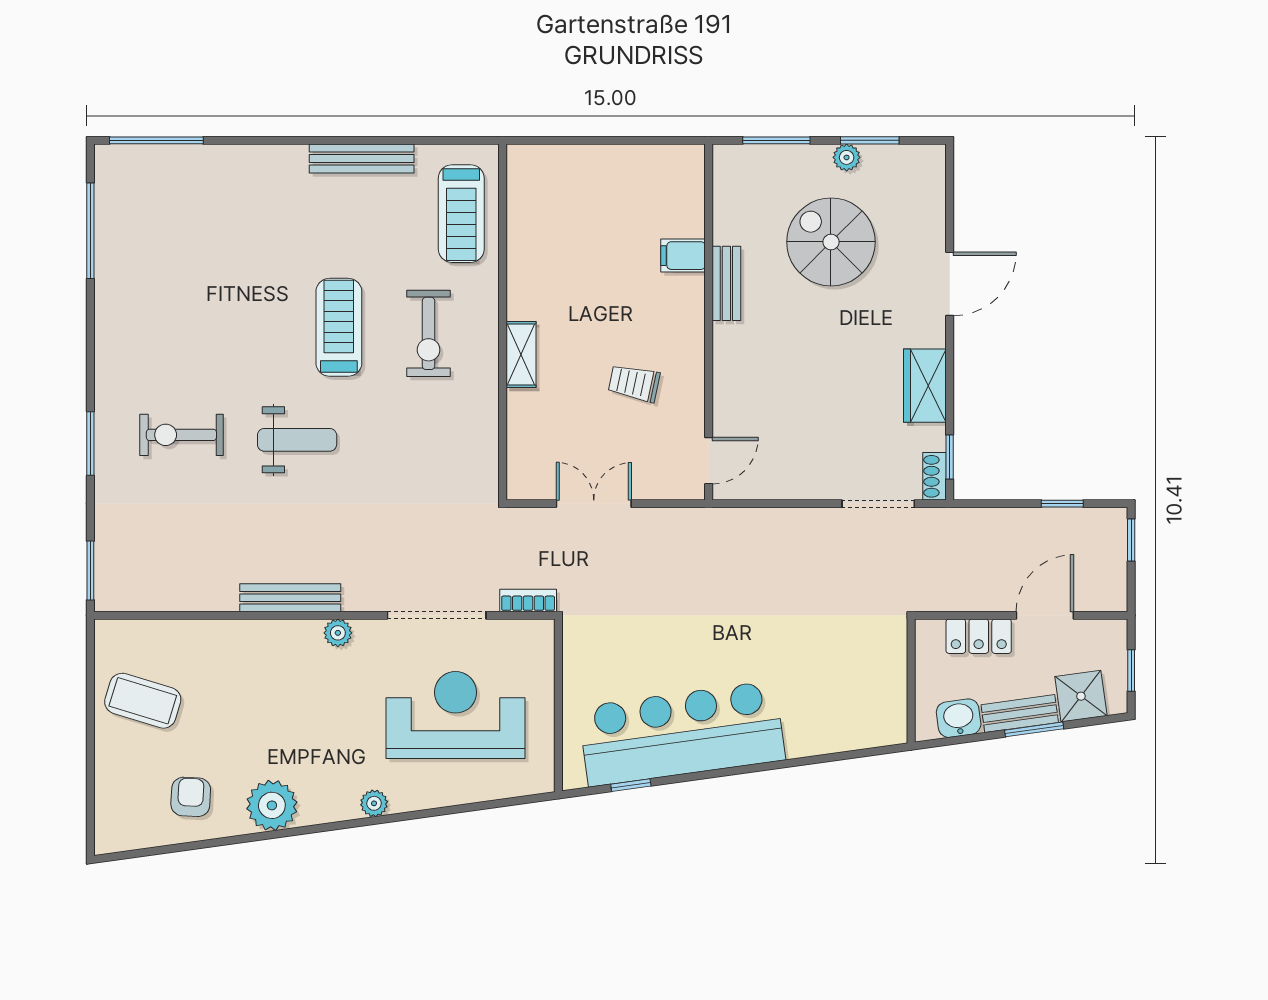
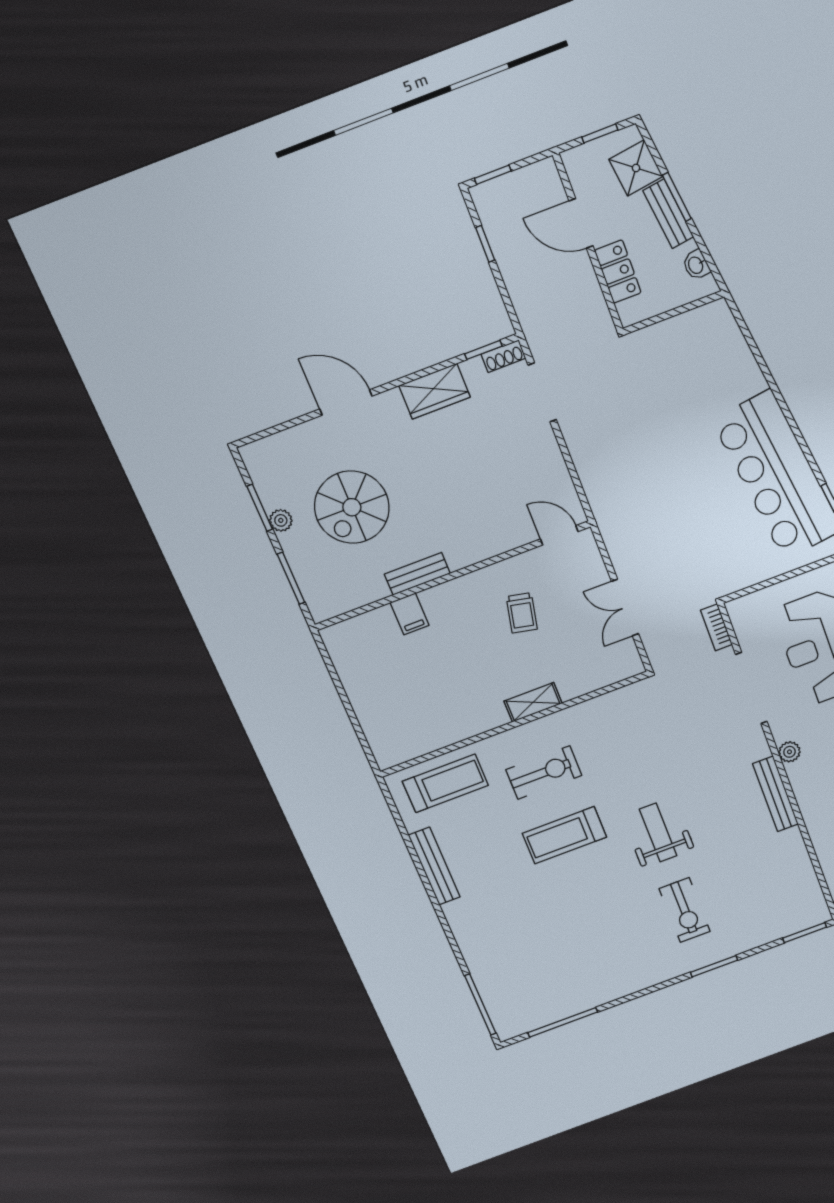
washbasin: (959, 718) -> (696, 265), width x0.72, depth x0.69

